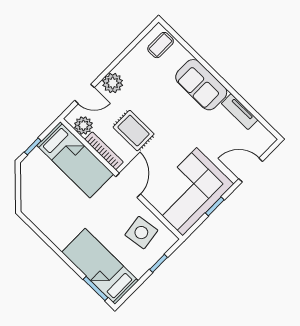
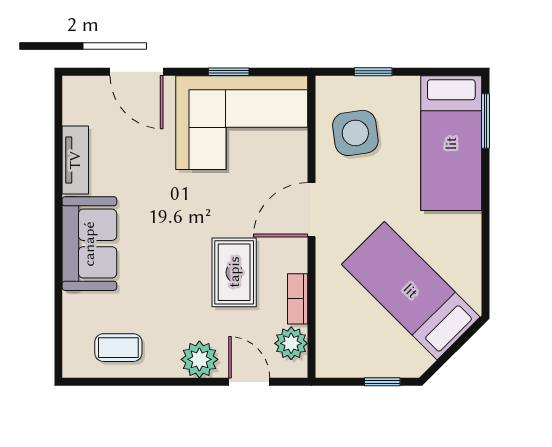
coffee table: (161, 45) -> (118, 348), moved
bookcase: (104, 151) -> (298, 299), width x0.64
bed: (75, 160) -> (411, 291), moved, turned -45

